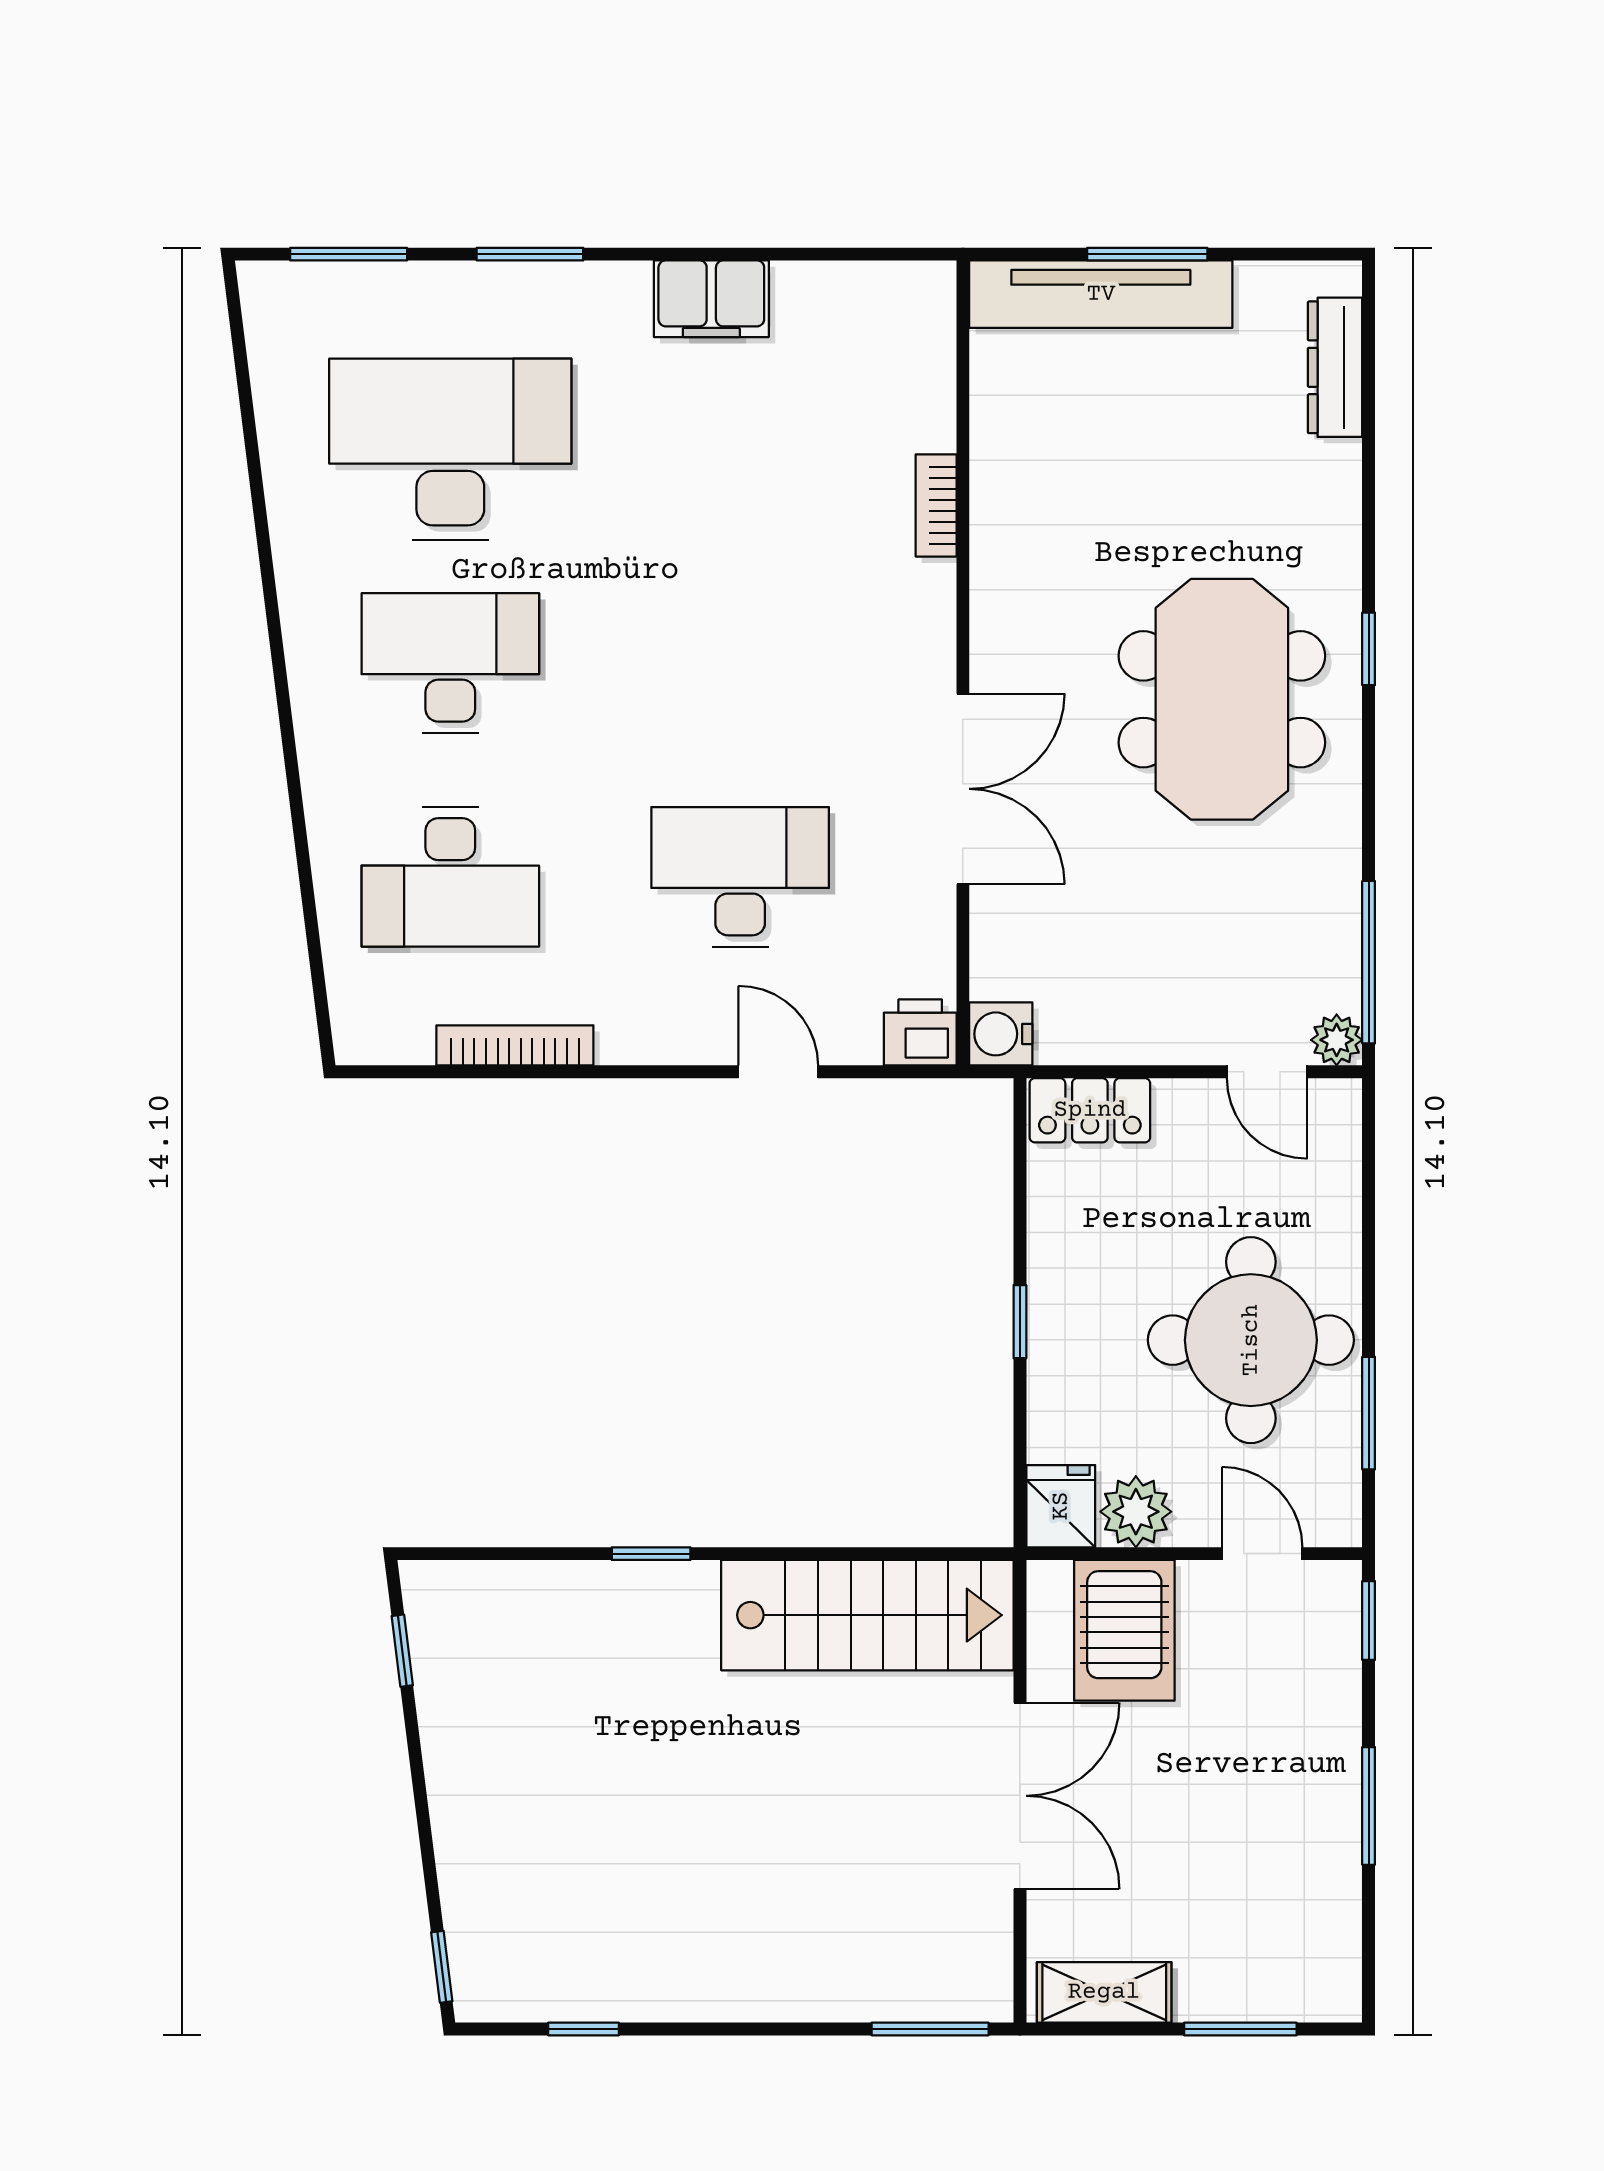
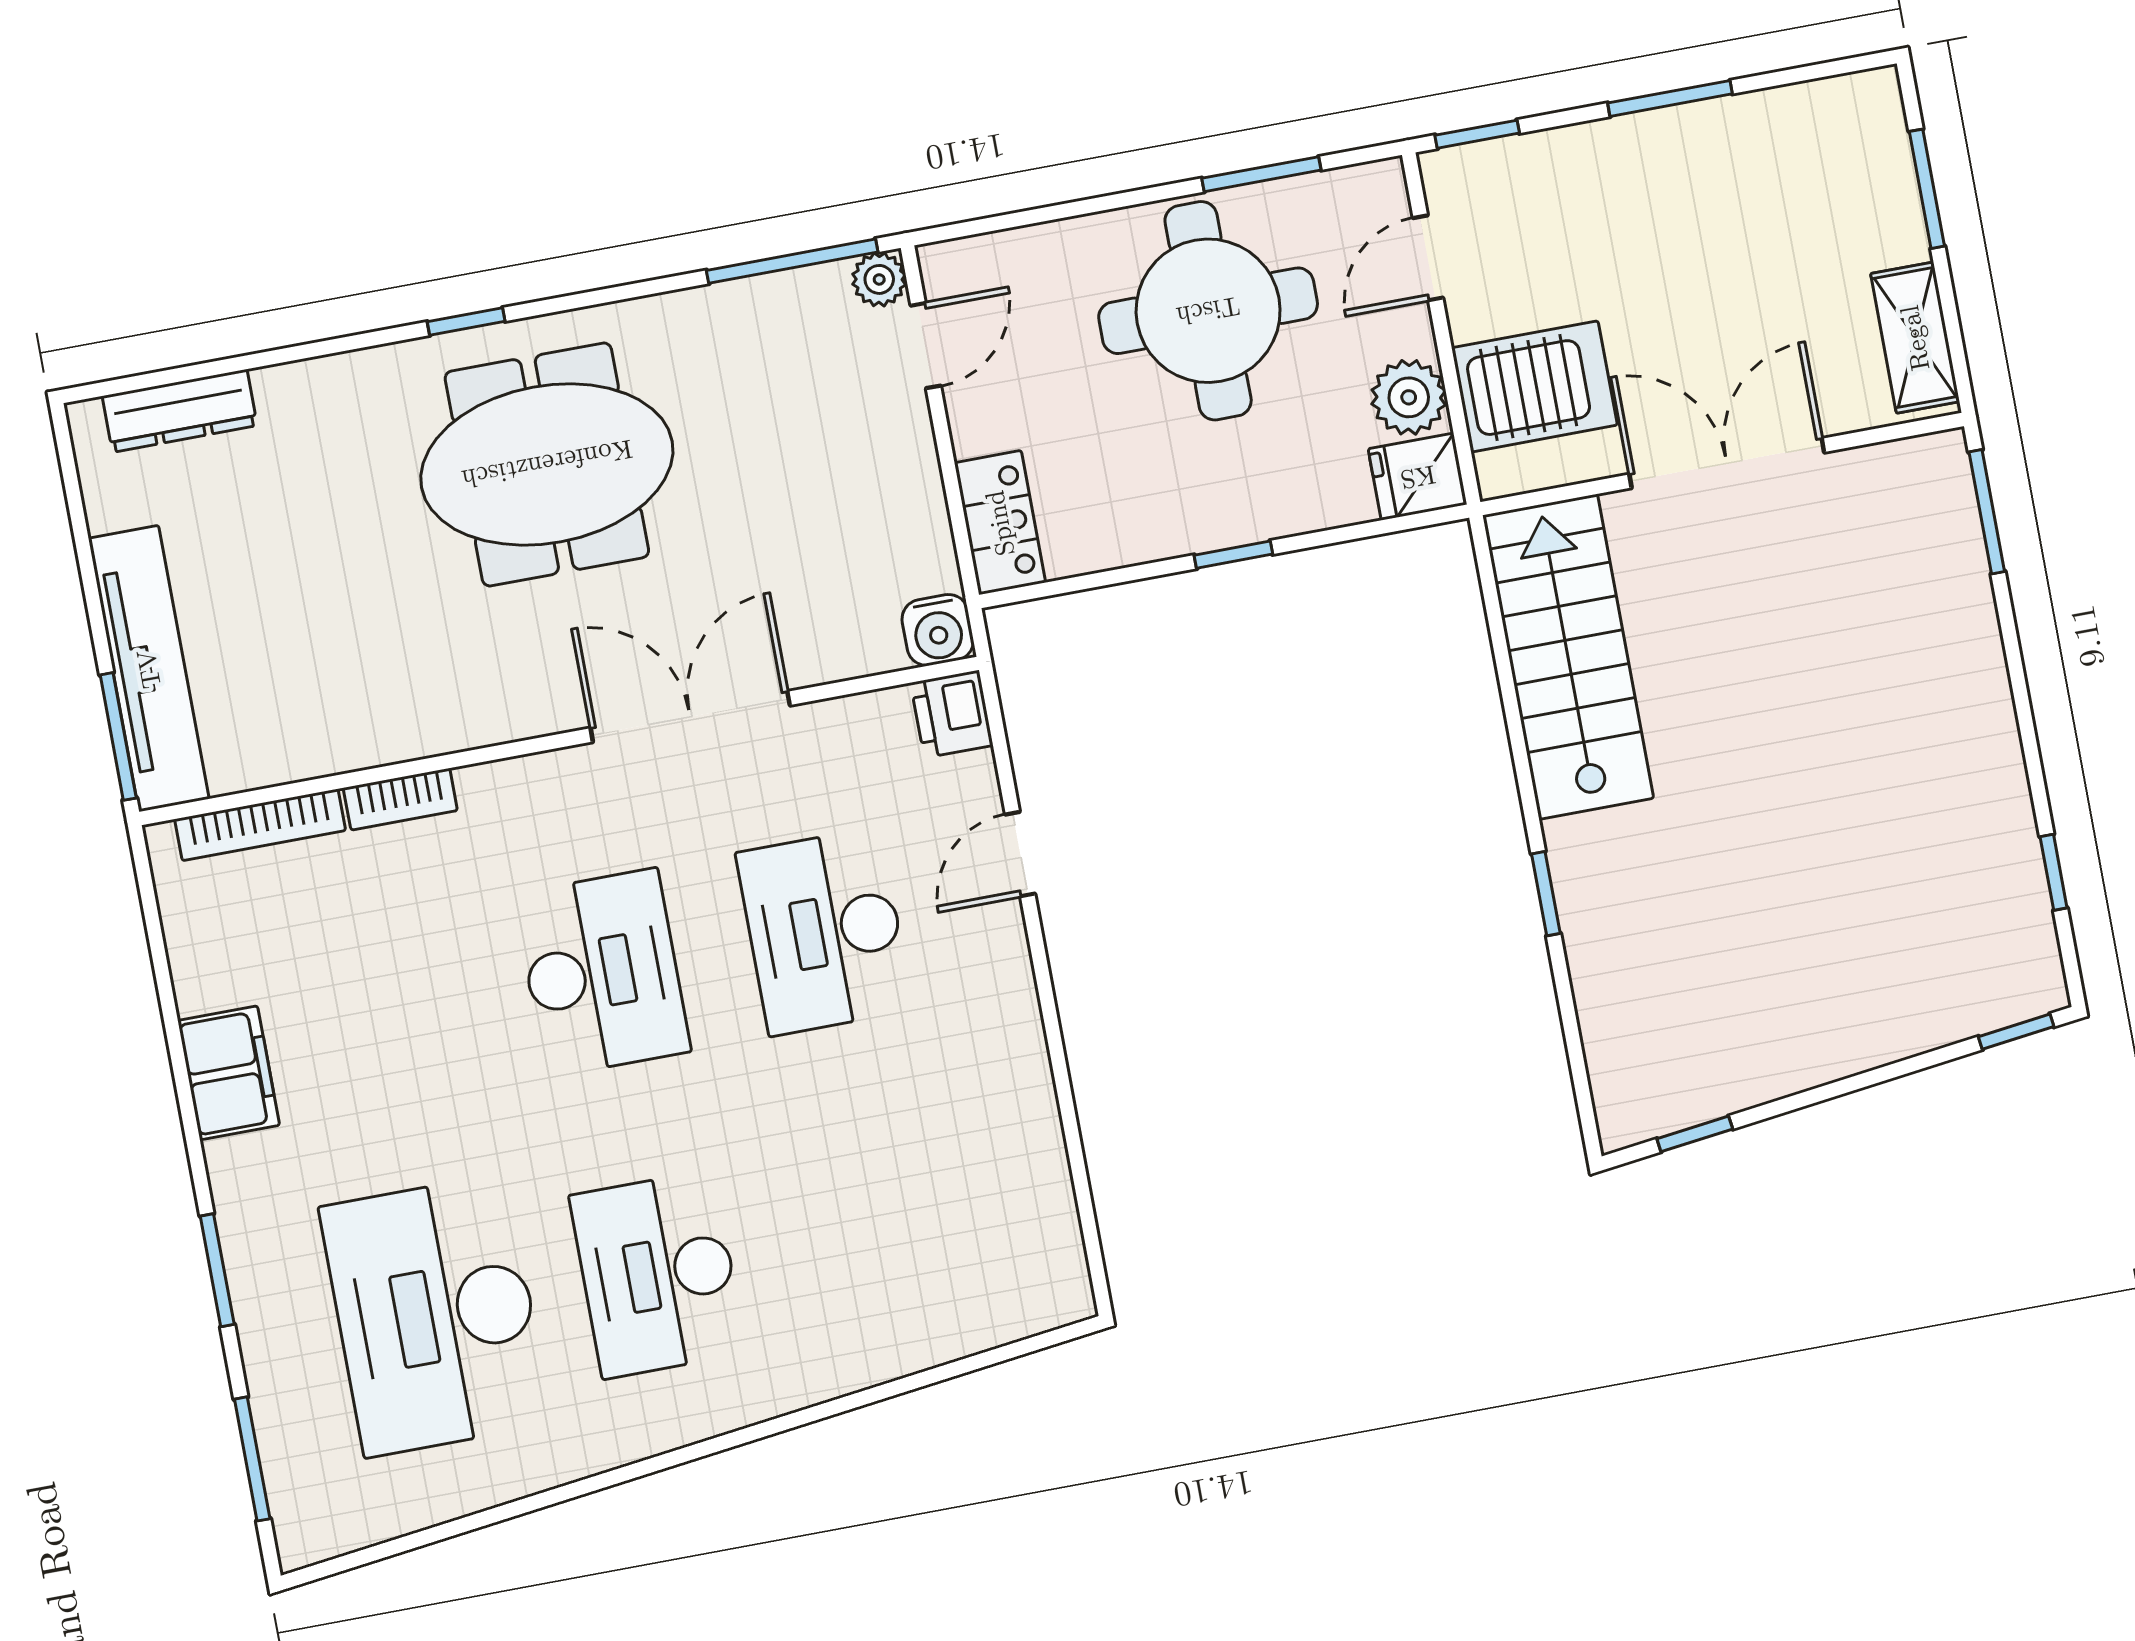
window: (1147, 254) -> (118, 736), moved
desk: (450, 877) -> (602, 973), moved
bookcase: (515, 1045) -> (260, 825), moved, turned -90

